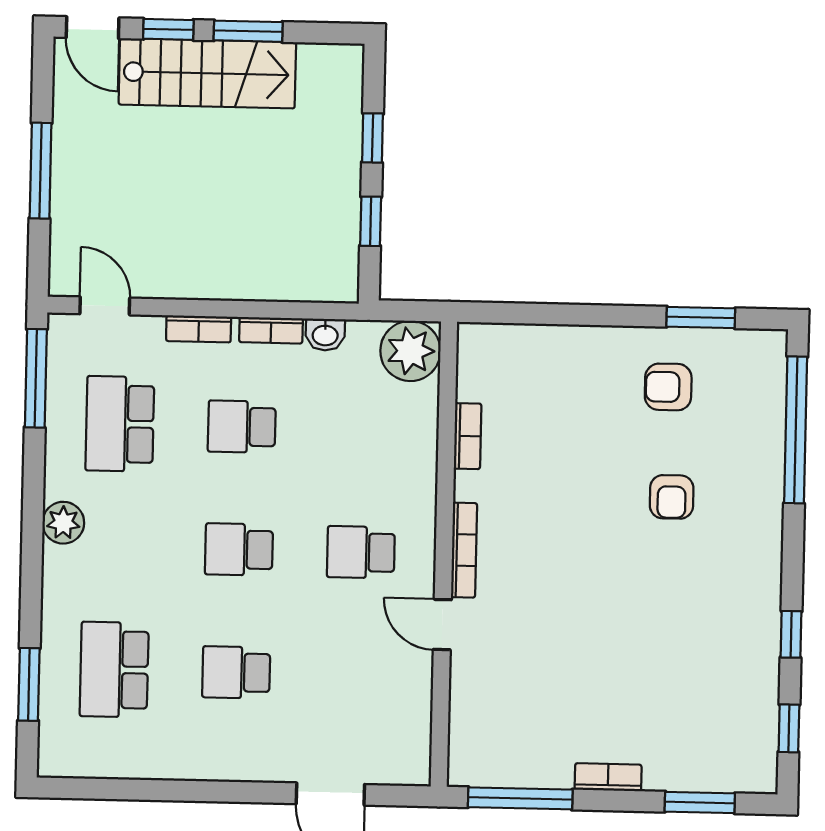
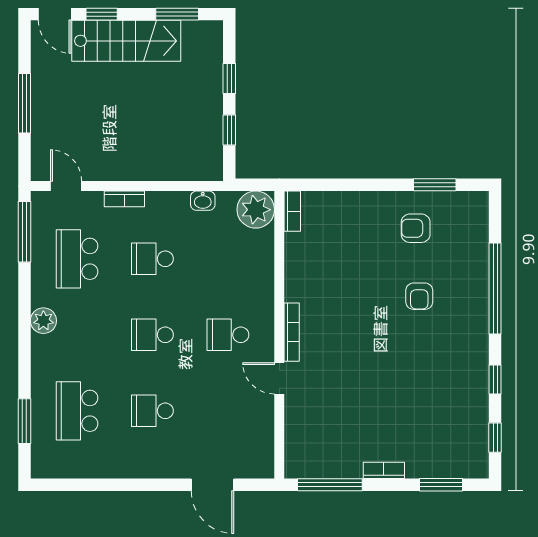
window: (248, 31) -> (177, 14), moved
bookcase: (271, 330) -> (169, 199), removed
window: (796, 430) -> (495, 289), moved
bookcase: (468, 436) -> (292, 211), moved

